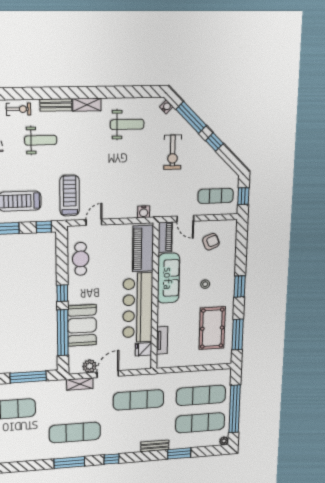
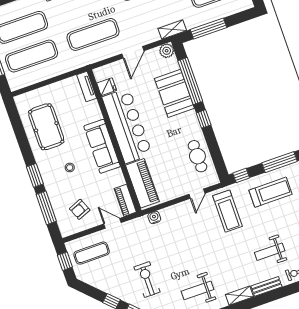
sofa: (168, 278) -> (102, 146), moved
window: (238, 335) -> (46, 208), moved
tv unit: (162, 340) -> (87, 87), moved
plant: (90, 366) -> (167, 51), moved
shelving: (80, 384) -> (172, 30), moved

